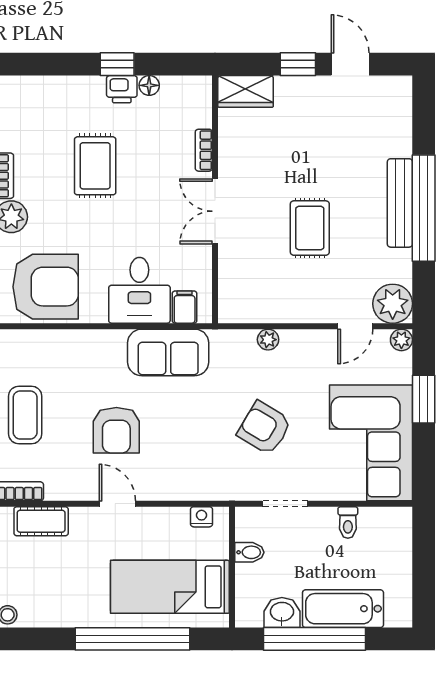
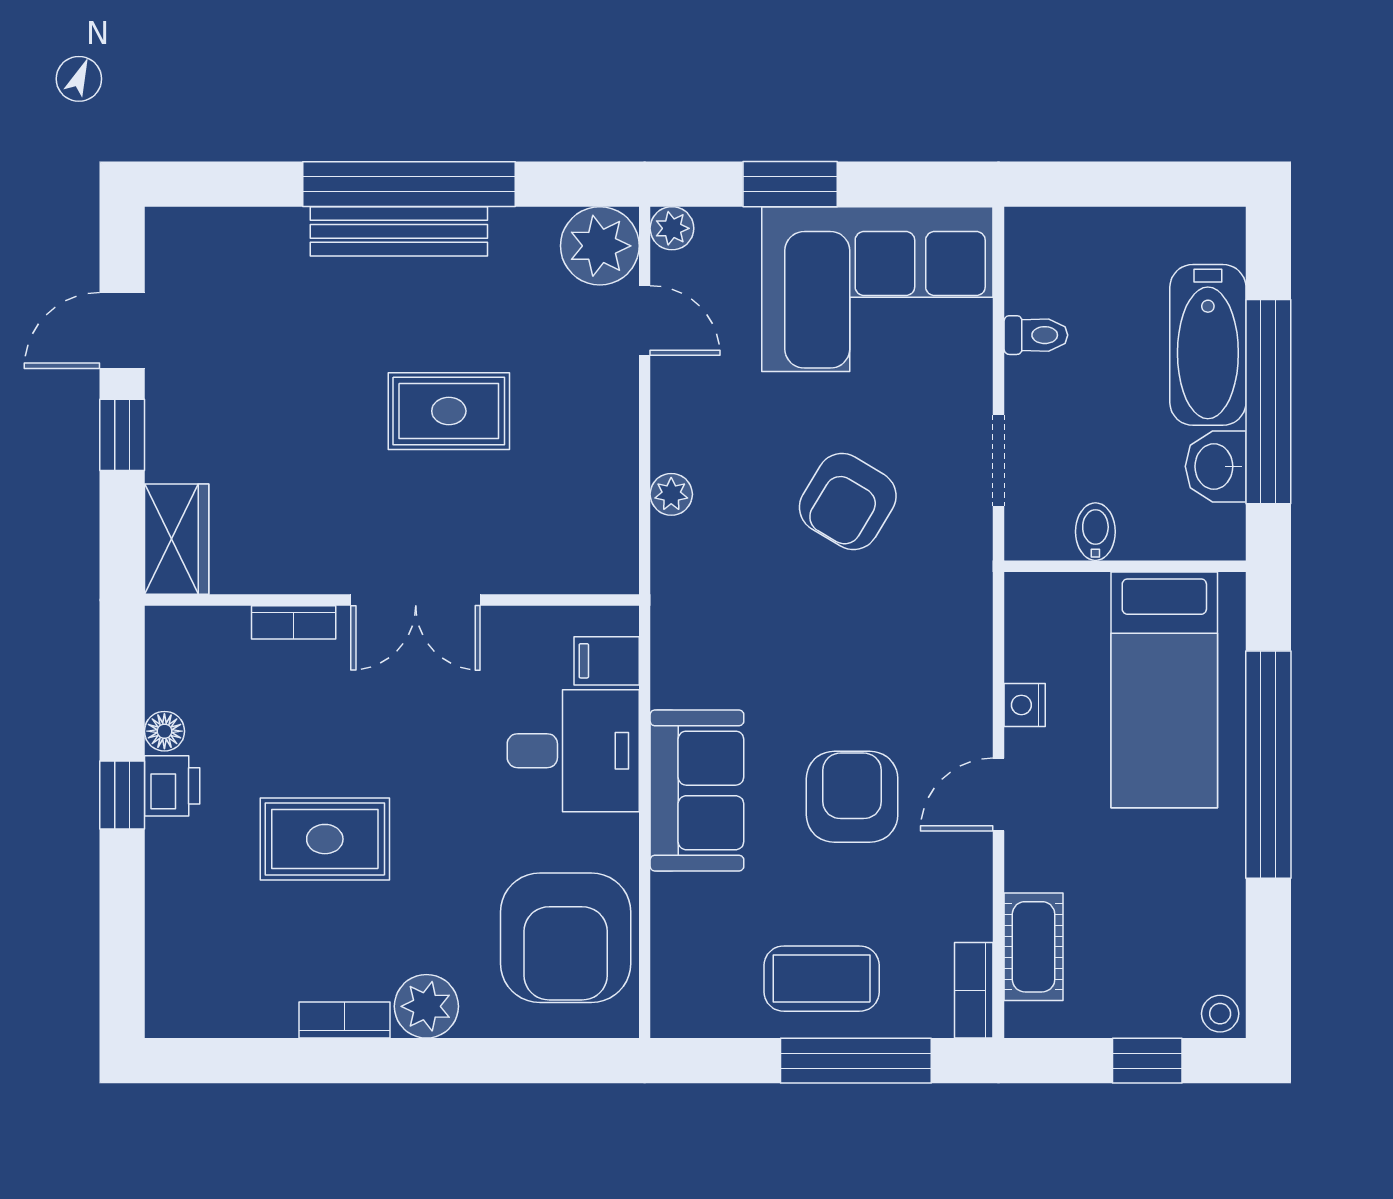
armchair: (46, 287) -> (566, 938), turned 180
sofa: (168, 352) -> (697, 790), moved
armchair: (116, 430) -> (852, 797), turned -90
nightstand: (201, 517) -> (1025, 705), moved

